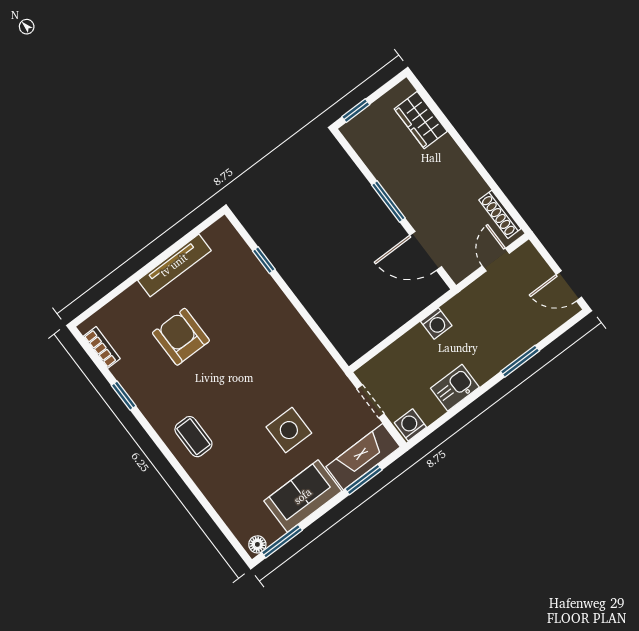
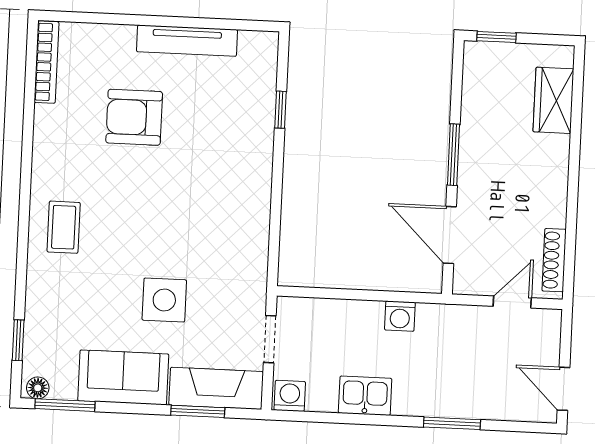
armchair: (181, 337) -> (134, 117), turned -90
bookcase: (102, 347) -> (46, 62), width x1.56
window: (124, 396) -> (18, 340), moved

